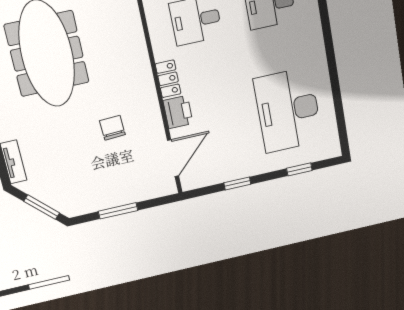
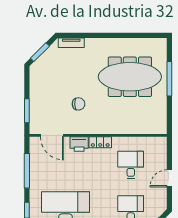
window: (237, 184) -> (27, 171), width x2.17
window: (118, 211) -> (27, 111), moved

